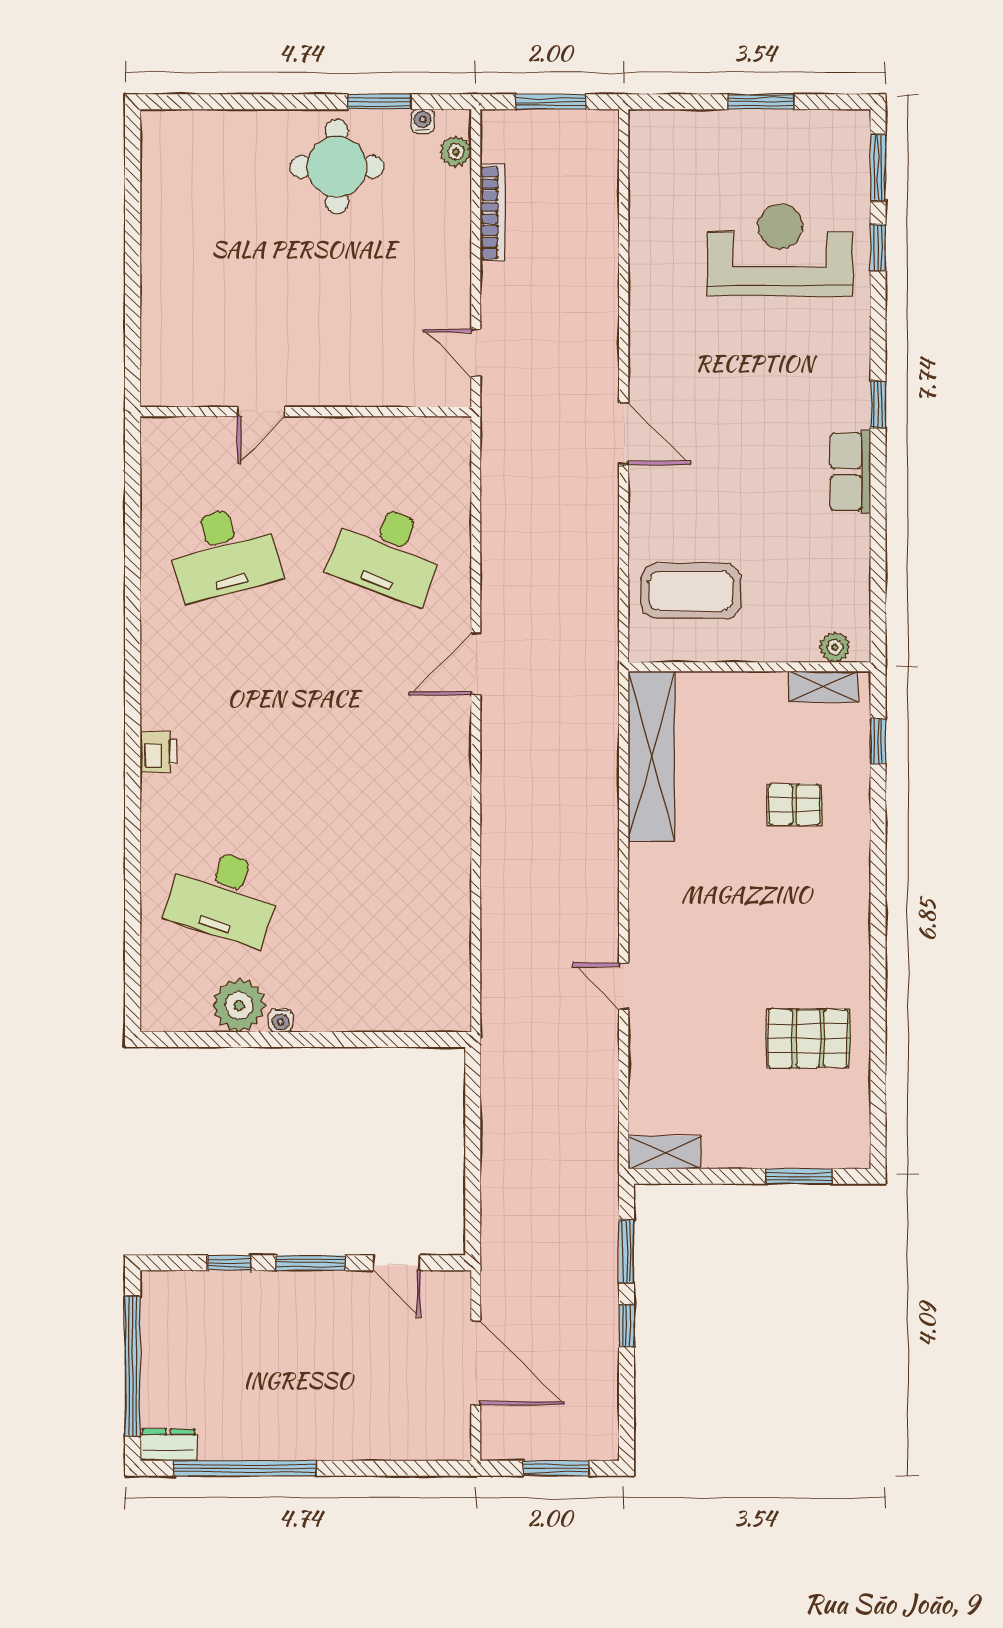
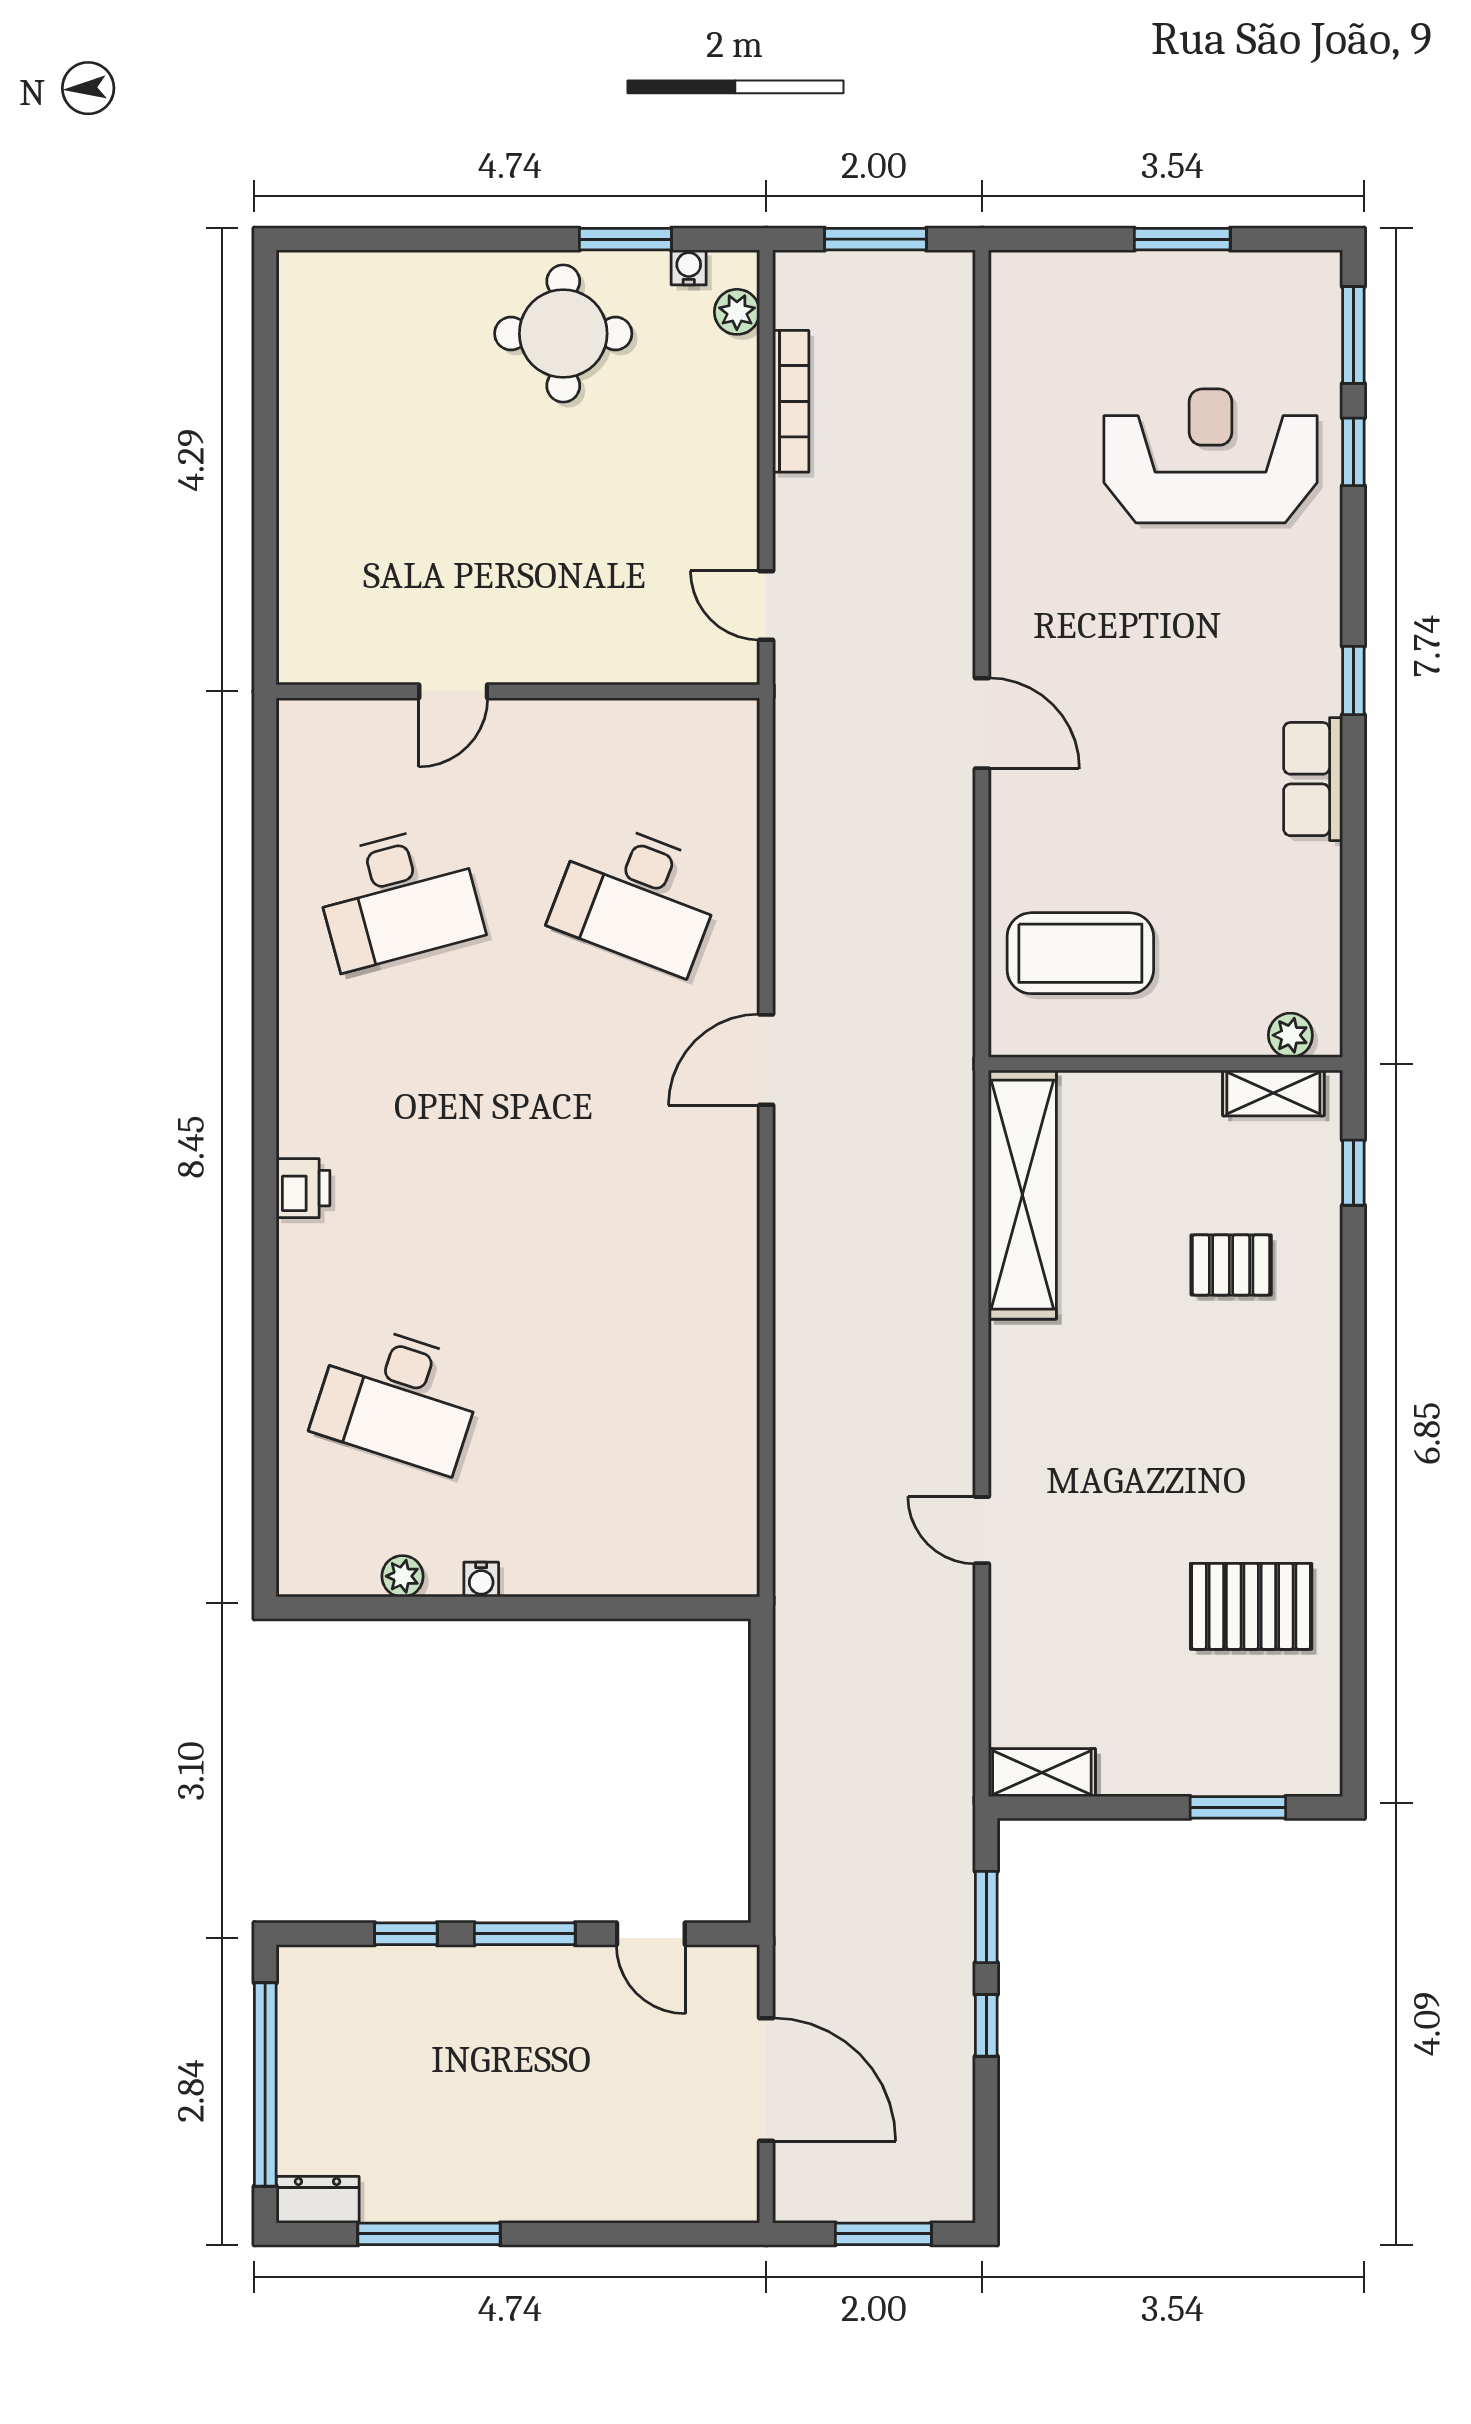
plant: (239, 1005) -> (402, 1576), width x0.53, depth x0.53
window: (245, 1468) -> (429, 2234), width x0.68

